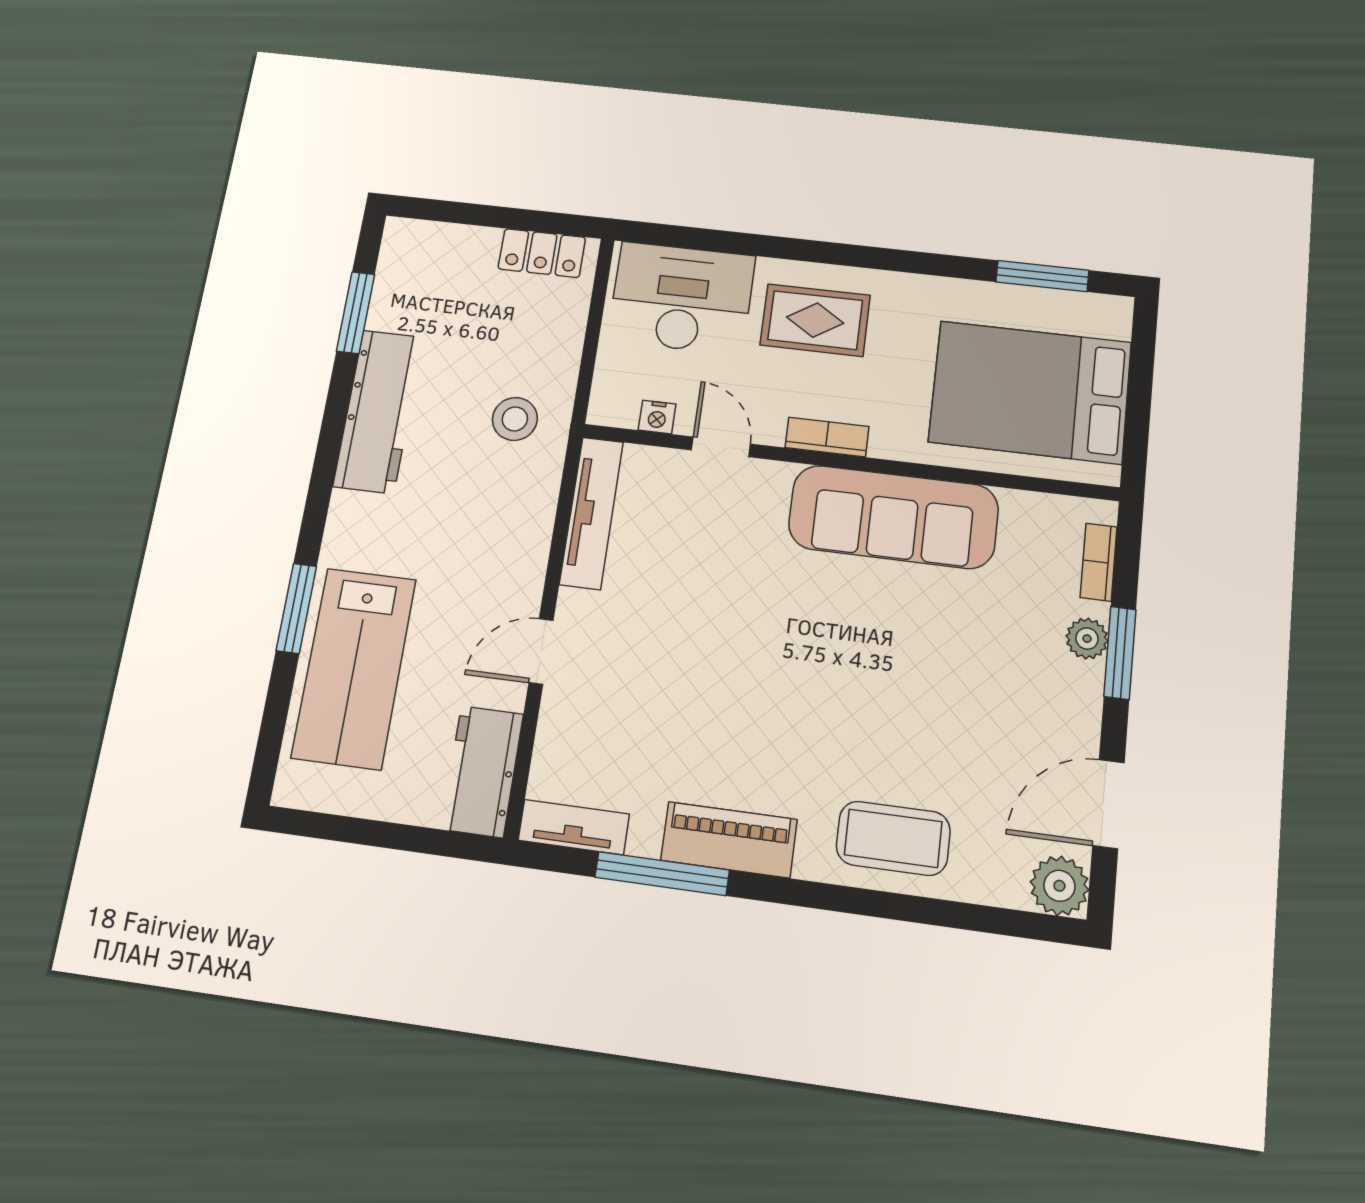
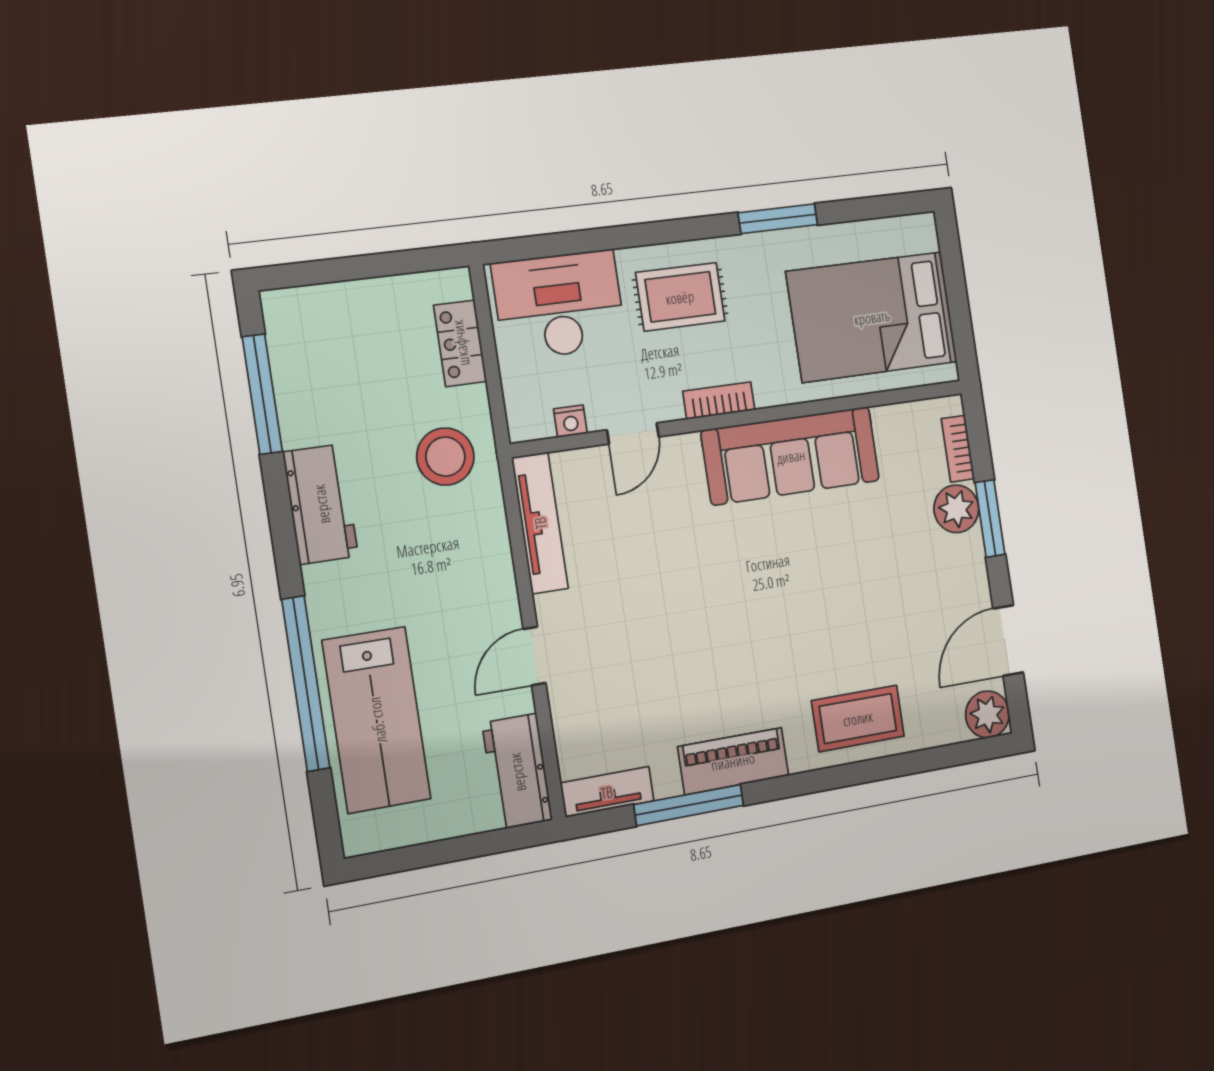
locker: (542, 253) -> (460, 343), moved, turned 90
window: (1042, 276) -> (778, 219), moved
window: (355, 313) -> (262, 394), width x1.44
workbench: (378, 411) -> (321, 504), width x0.73
stool: (515, 419) -> (445, 457), width x1.38, depth x1.38
door: (721, 447) -> (633, 433), swing flipped
window: (296, 608) -> (306, 684), width x2.11
plant: (1087, 639) -> (956, 509), width x1.38, depth x1.38

